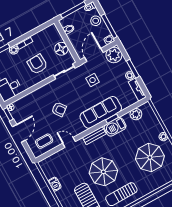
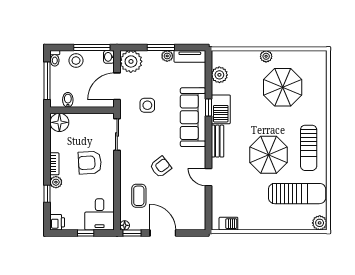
floor lamp: (61, 49) -> (59, 122), moved
door: (94, 55) -> (117, 86), hinge flipped
coffee table: (44, 141) -> (139, 196), moved
door: (69, 142) -> (208, 177), hinge flipped
barbecue: (55, 184) -> (228, 224), moved

